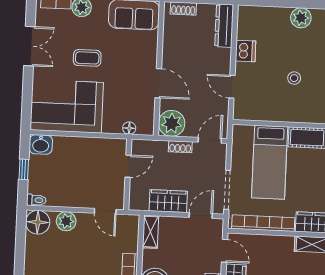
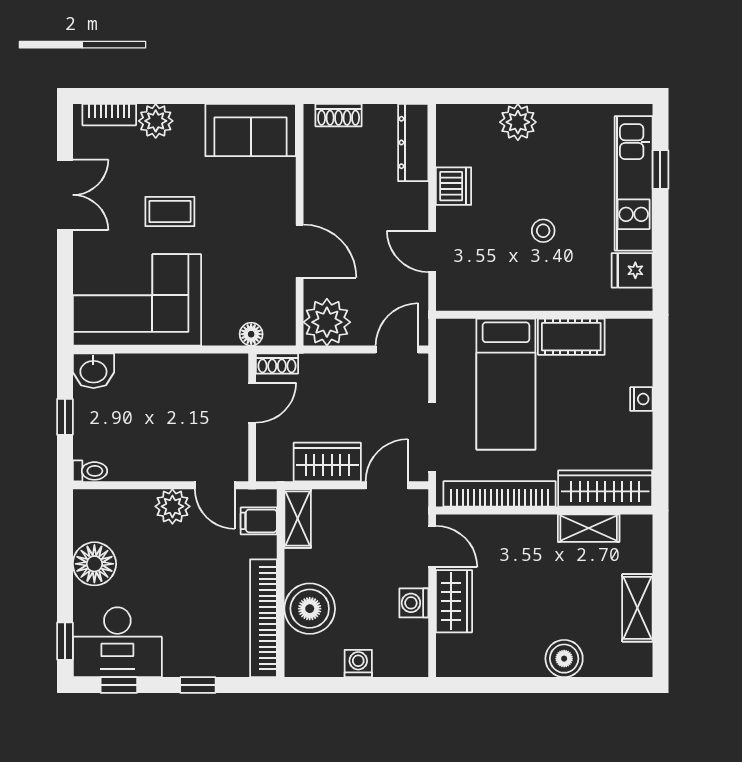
plant: (301, 18) -> (518, 122), moved
shoe rack: (180, 147) -> (277, 363), moved
plant: (66, 221) -> (172, 506), moved
floor lamp: (38, 222) -> (94, 564), moved
filing cabinet: (129, 232) -> (259, 521), added

